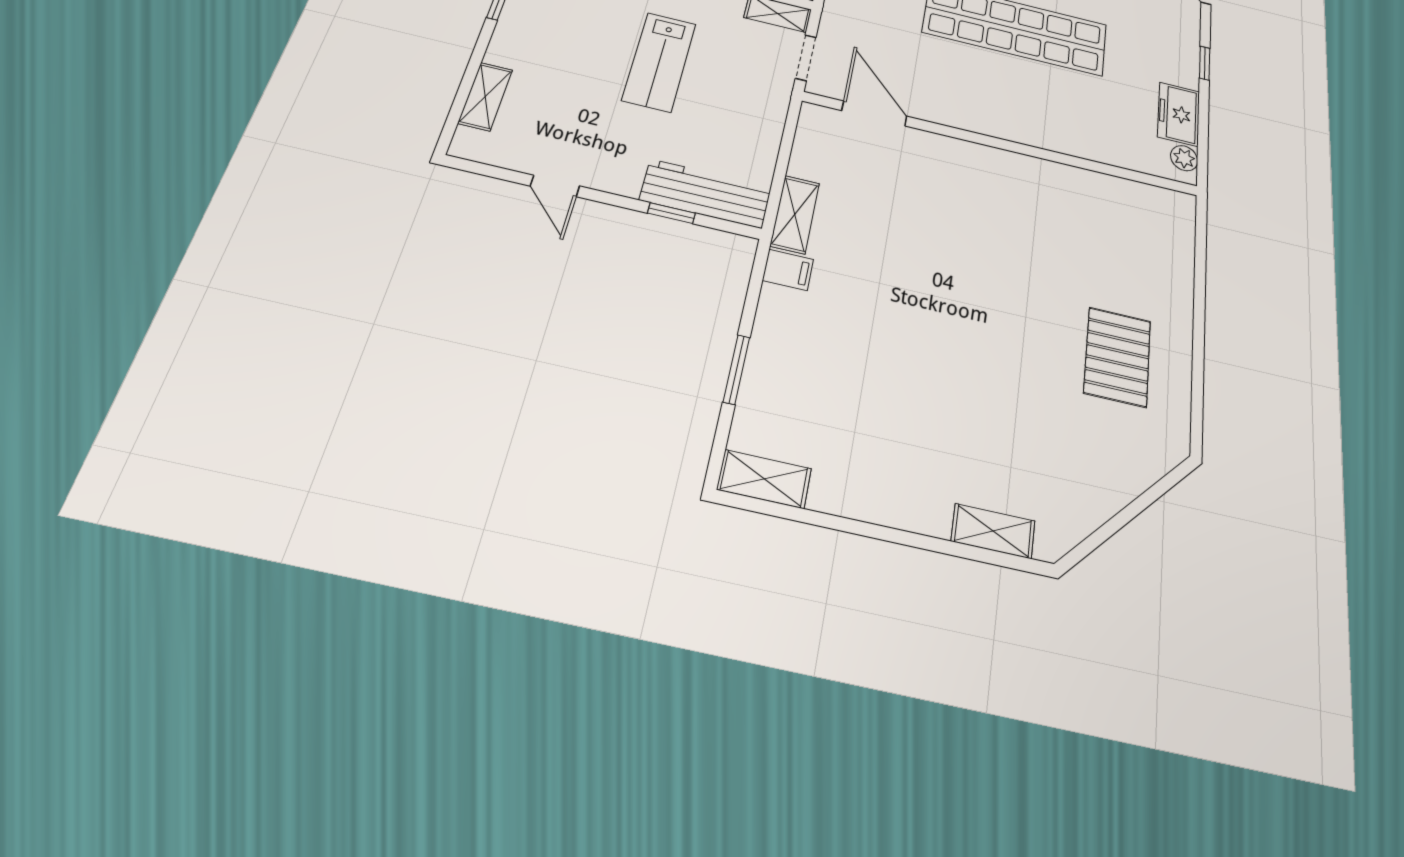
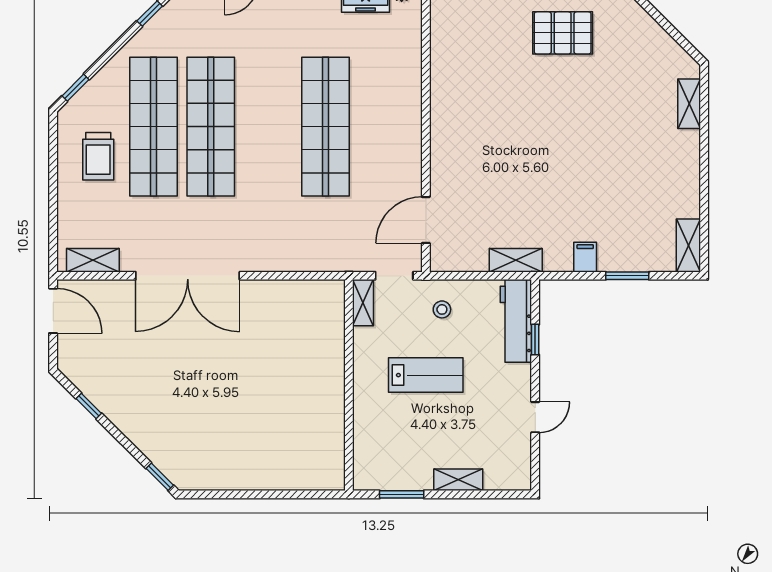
shelving: (485, 96) -> (458, 480), moved
stool: (746, 103) -> (442, 309), added
filing cabinet: (788, 270) -> (585, 257), moved

